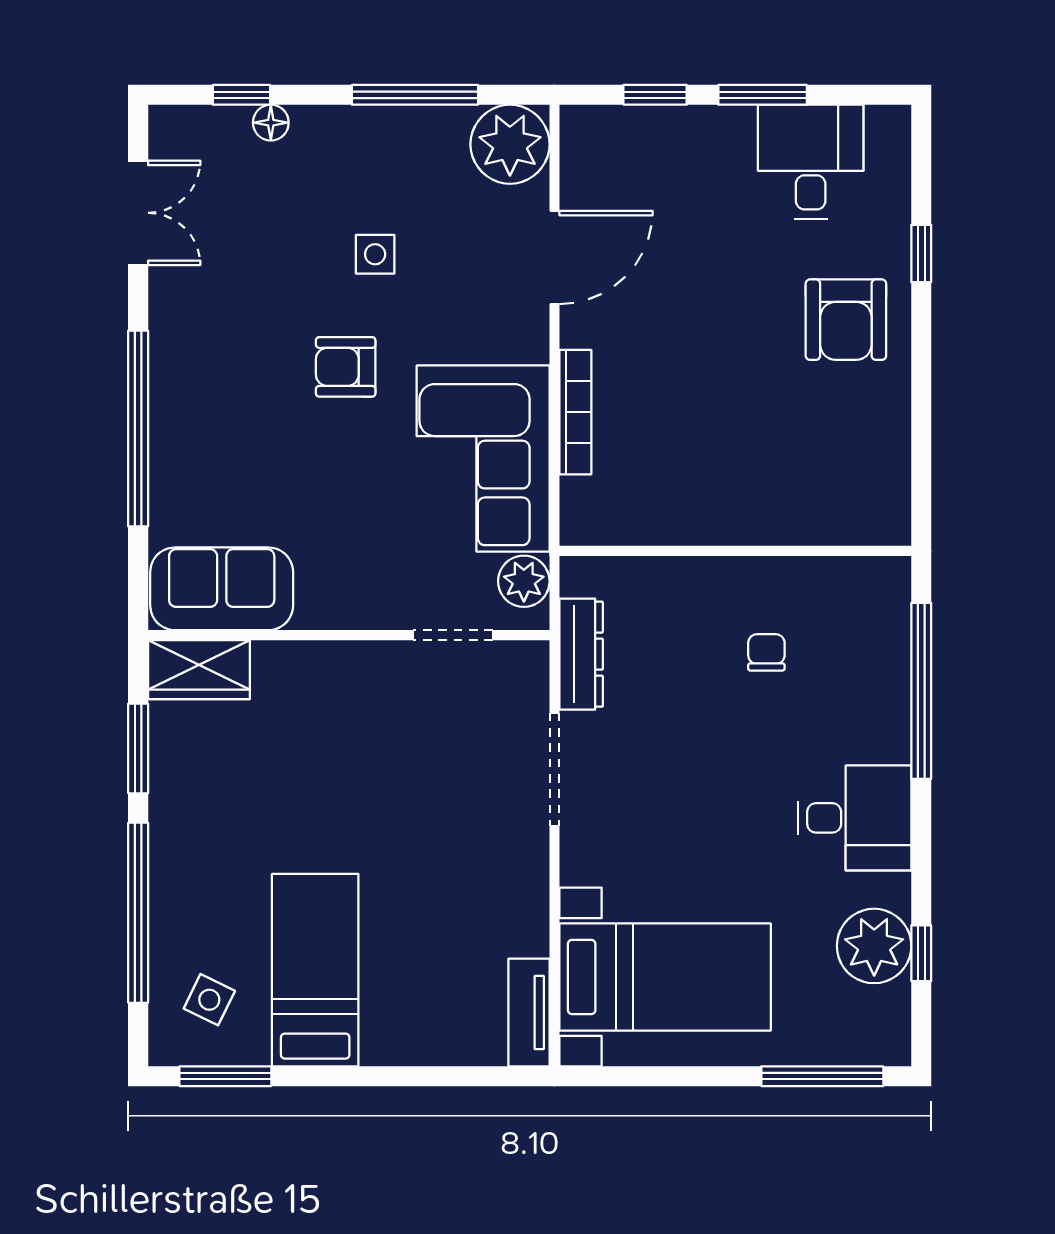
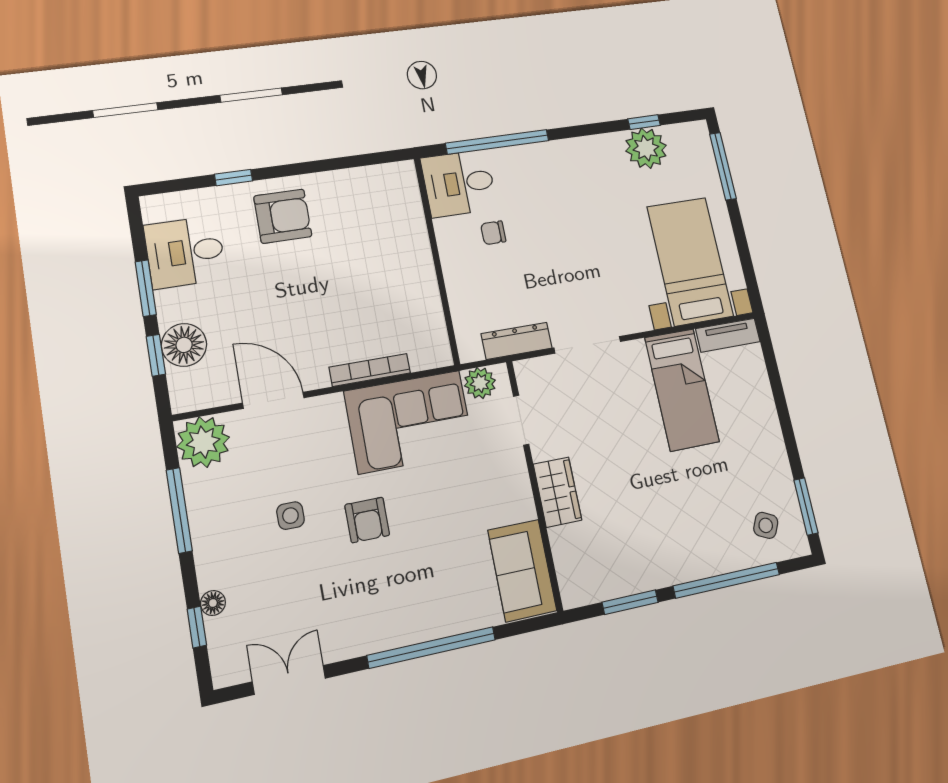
floor lamp: (664, 138) -> (184, 345), added
wardrobe: (199, 670) -> (557, 492), moved
desk: (855, 818) -> (459, 183), moved, turned -90
bed: (315, 970) -> (682, 390), moved, turned -90

